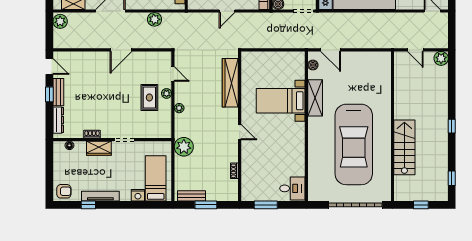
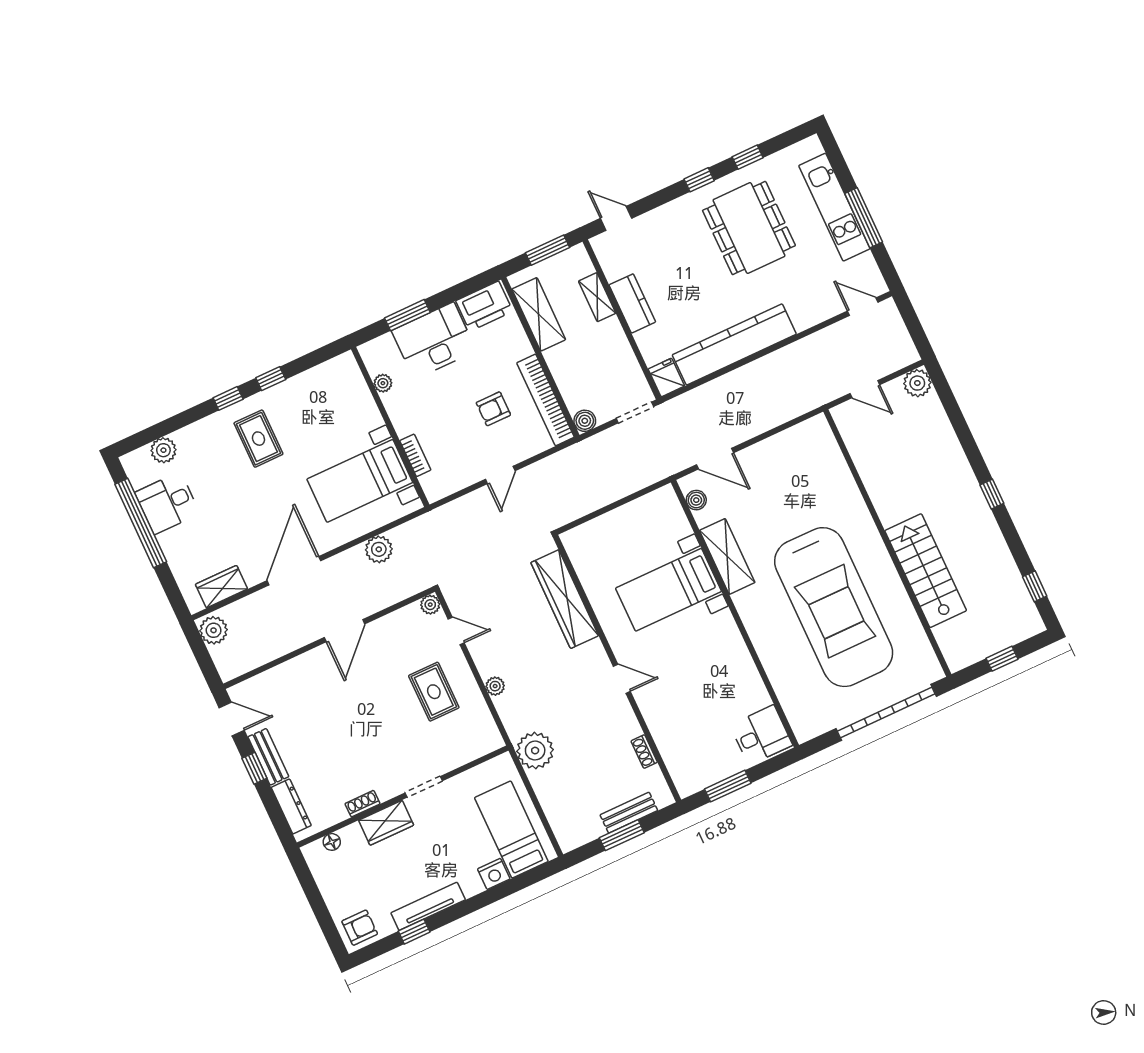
plant: (167, 93) -> (430, 605), moved
bench: (191, 196) -> (629, 813), moved

